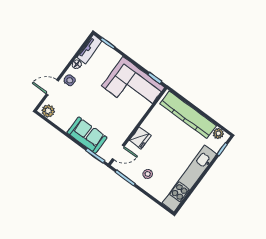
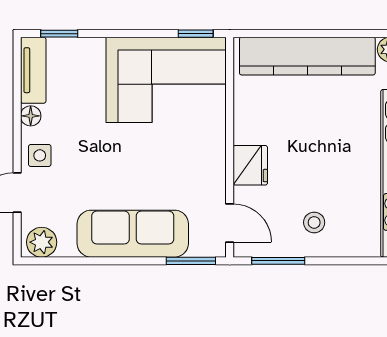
sofa: (87, 135) -> (133, 234), width x1.36
door: (118, 152) -> (230, 223), hinge flipped

